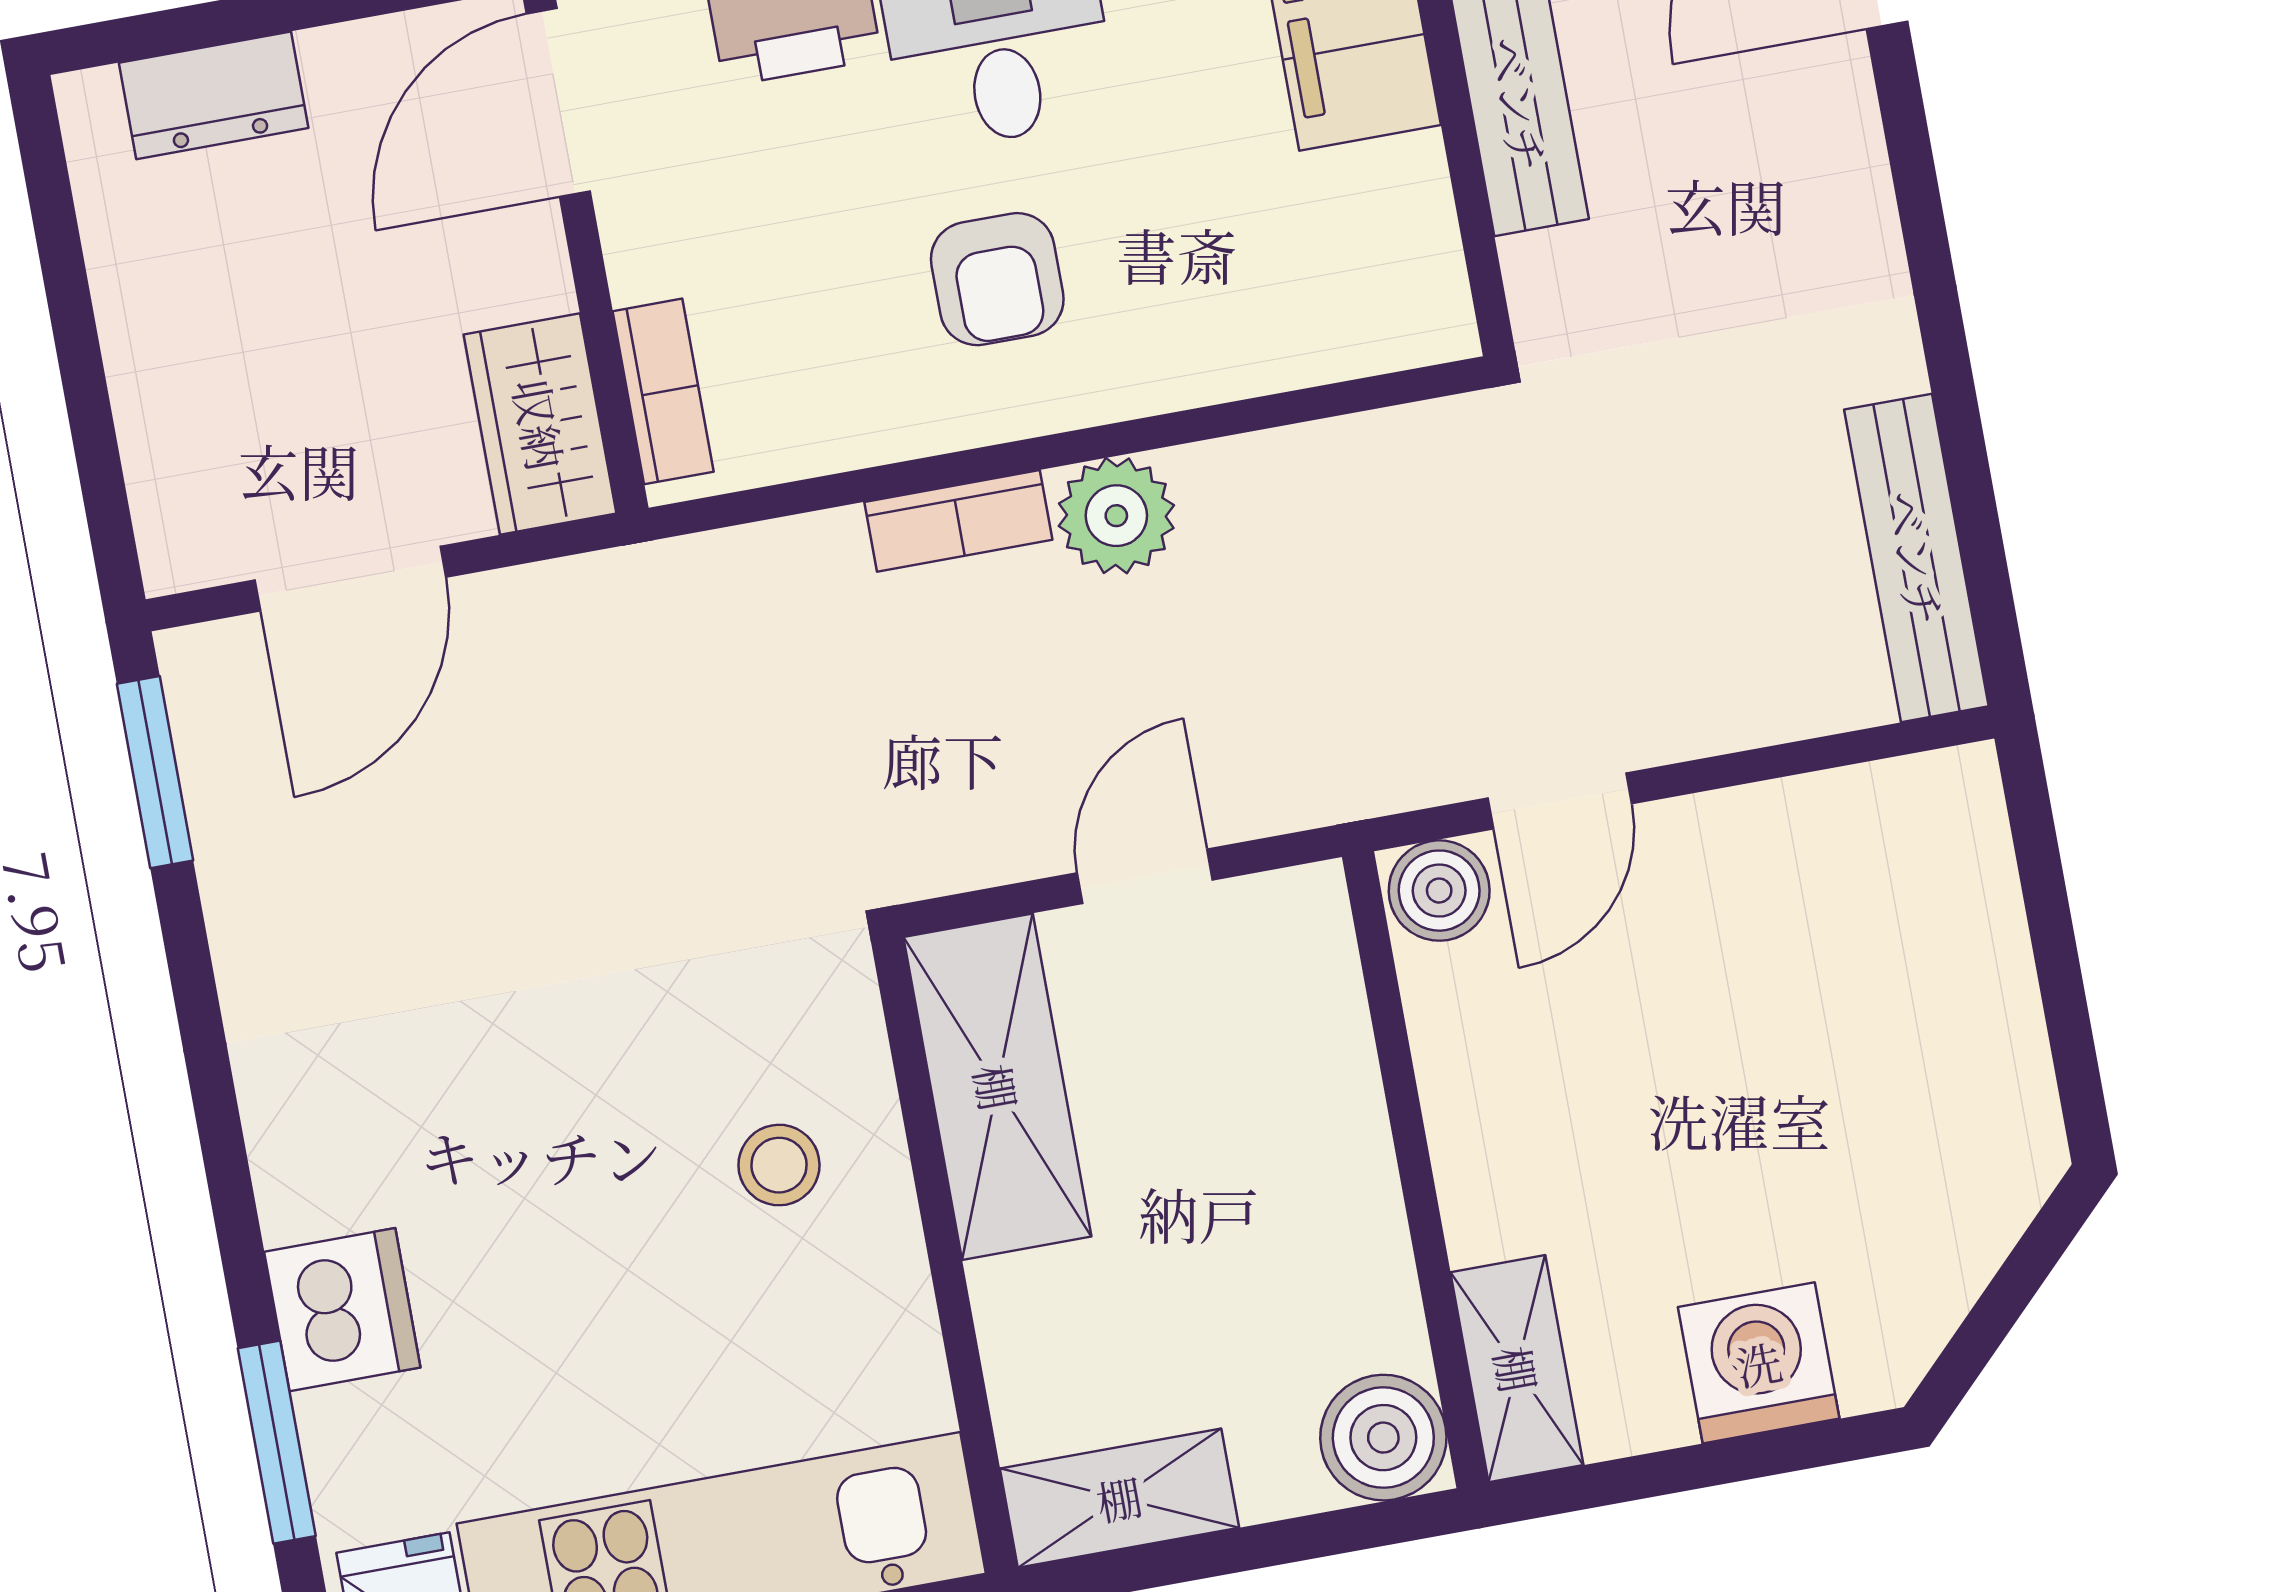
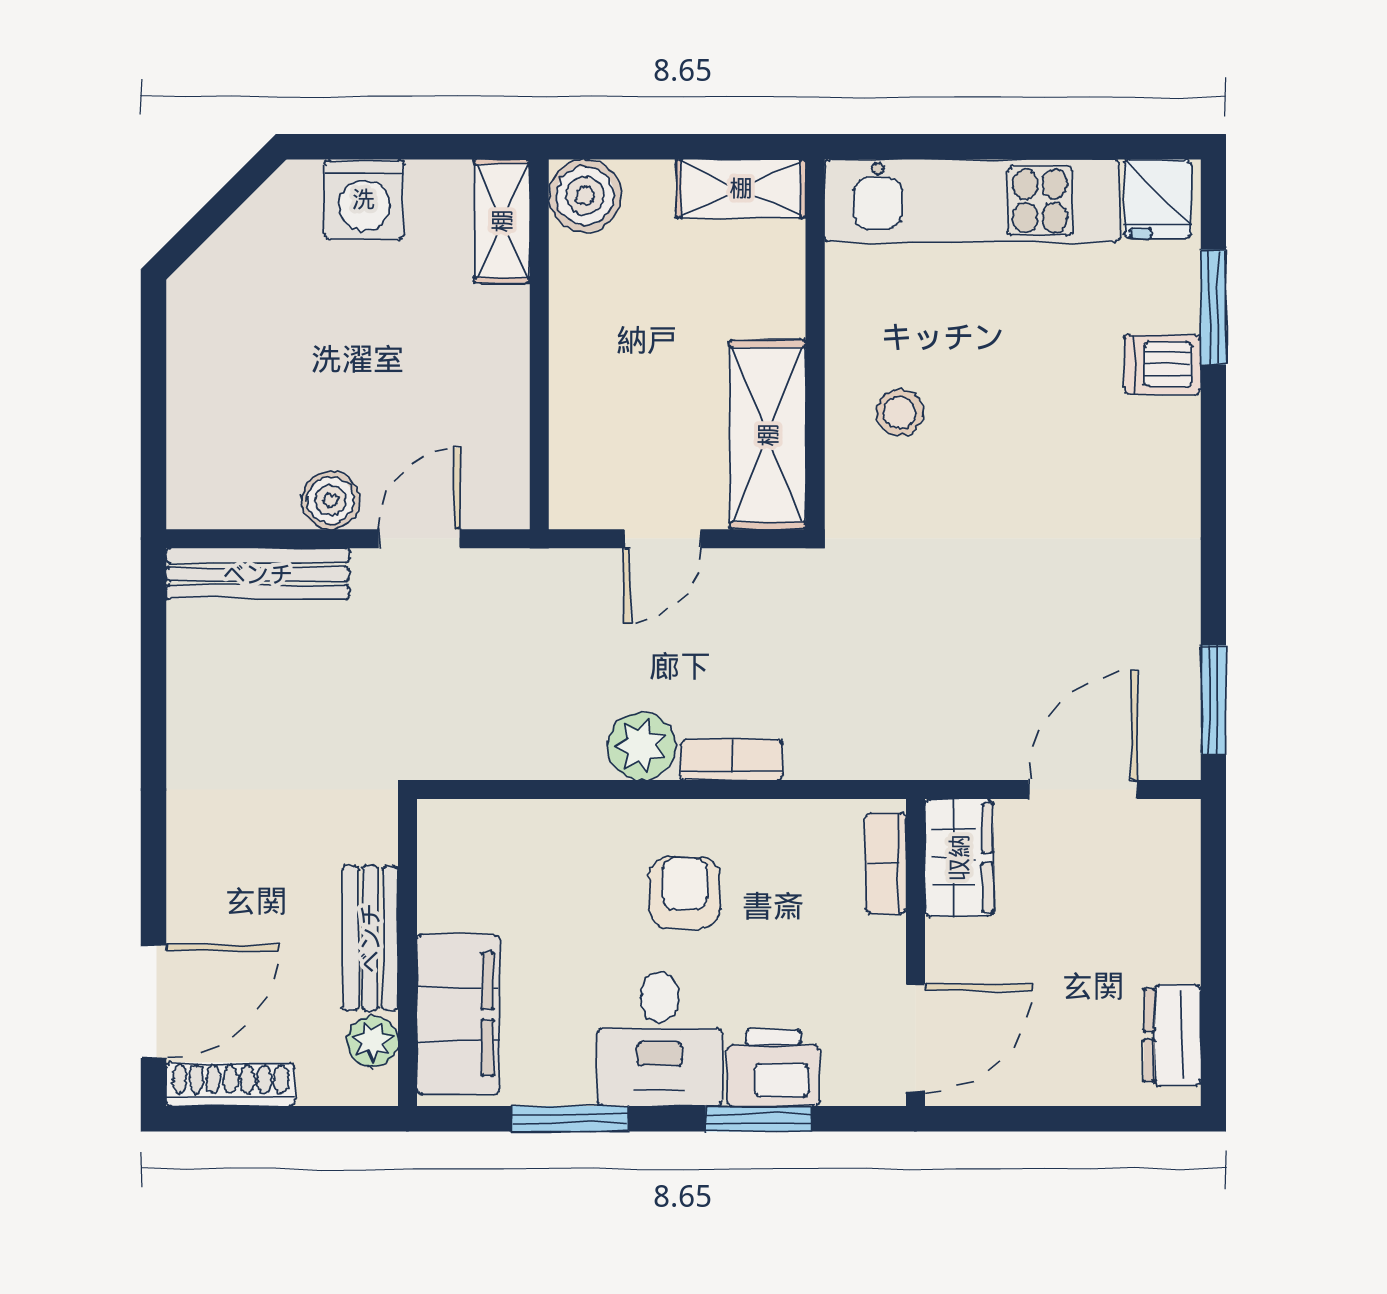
dresser: (214, 95) -> (1172, 1035), moved, turned -90
bench: (1916, 558) -> (258, 574), moved, turned 90
boiler: (1439, 891) -> (331, 500), moved
dishwasher: (342, 1310) -> (1162, 364), width x0.73

